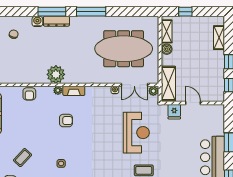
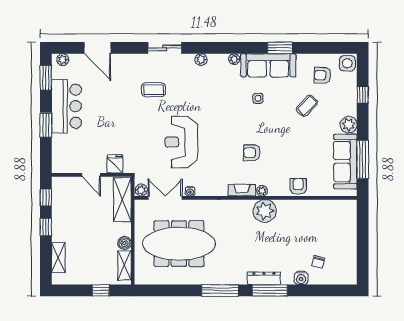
water cooler: (37, 21) -> (301, 278), moved
reception desk: (136, 133) -> (181, 142), moved

